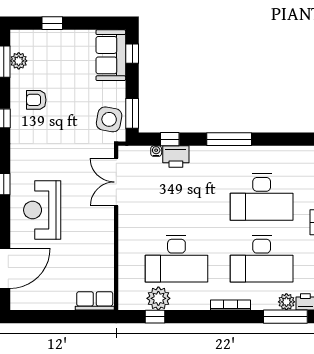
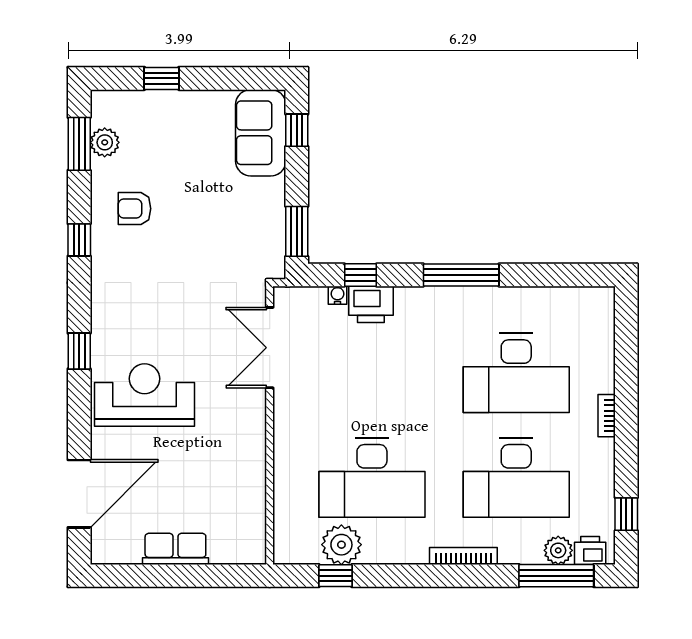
side table: (109, 119) -> (258, 242), removed
reception desk: (42, 210) -> (144, 395), turned 90
row of seats: (95, 301) -> (175, 549), moved

